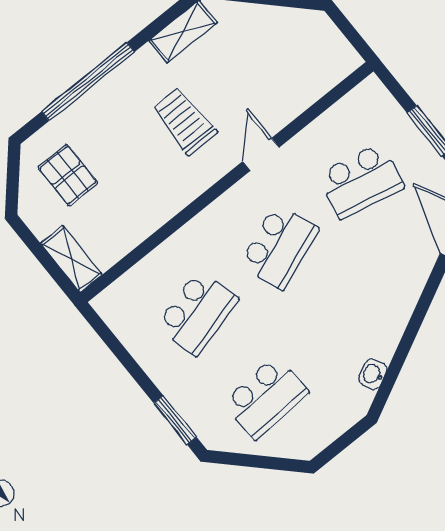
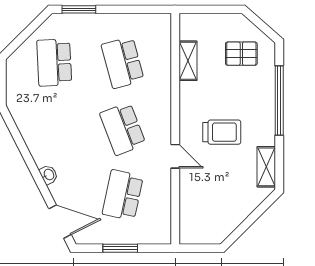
shelving: (71, 259) -> (188, 61), moved, turned 90
washbasin: (373, 374) -> (49, 175), moved

